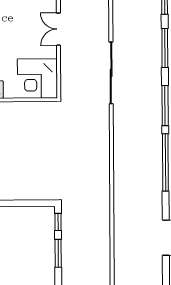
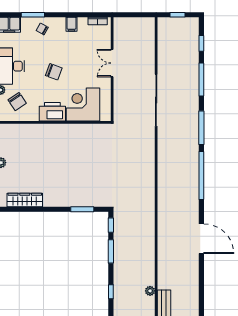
corner desk: (37, 78) -> (83, 104), moved, turned 90
window: (24, 203) -> (82, 209), added

